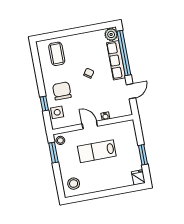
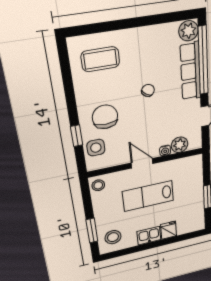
coffee table: (57, 54) -> (100, 59), turned 90
plant: (115, 112) -> (180, 145), added
window: (53, 153) -> (92, 230), moved
fridge: (138, 177) -> (169, 230), moved
kitchen sink: (101, 185) -> (149, 236), added

